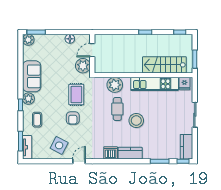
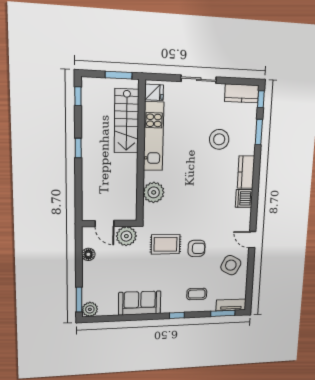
plant: (28, 99) -> (169, 306), removed
cafe table: (117, 109) -> (187, 189), removed
stool: (136, 121) -> (219, 139), moved

